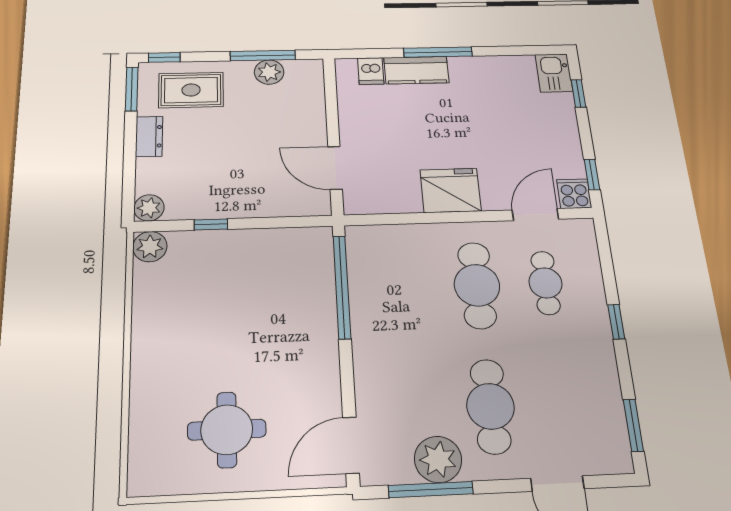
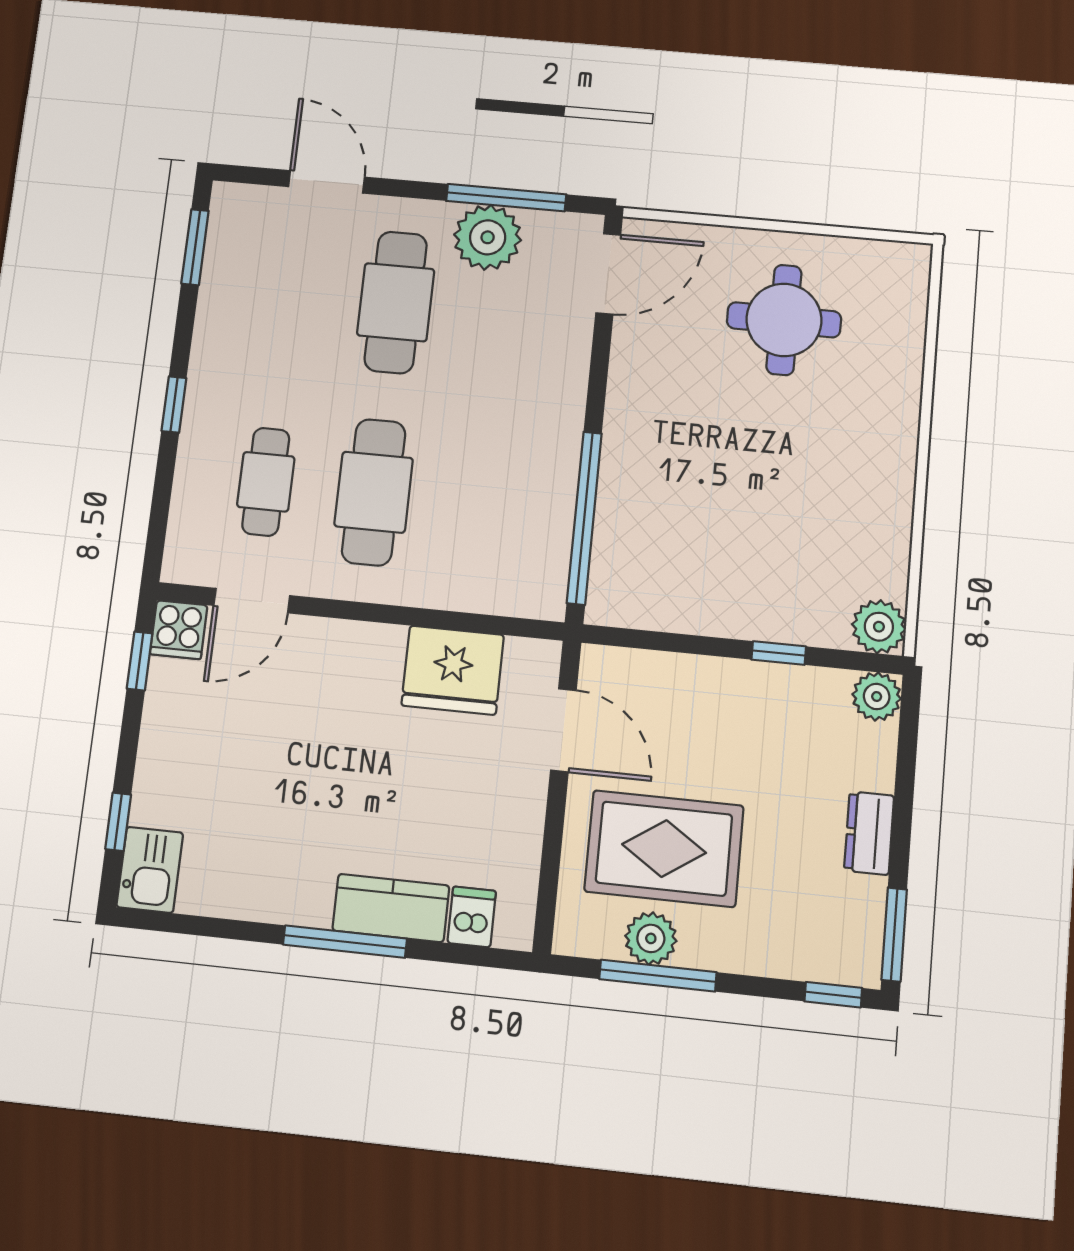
rug: (191, 90) -> (664, 849), moved, width x1.36, depth x1.43
fridge: (451, 190) -> (453, 670), moved

